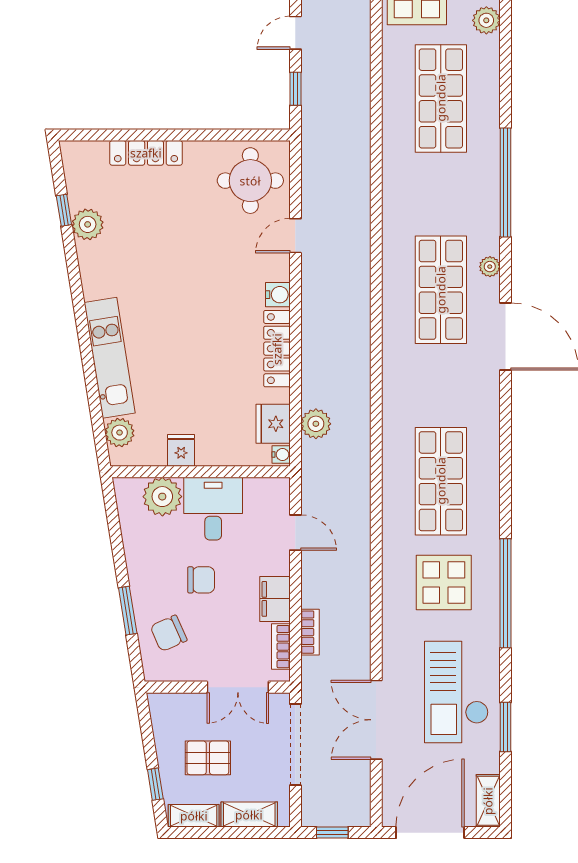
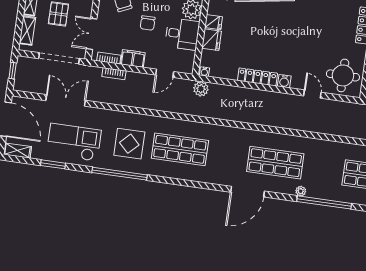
plant: (490, 267) -> (301, 191), moved
fridge: (273, 424) -> (211, 40), moved, turned 90
plant: (316, 424) -> (201, 89), moved

